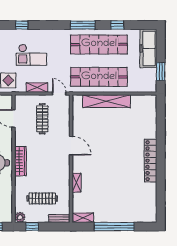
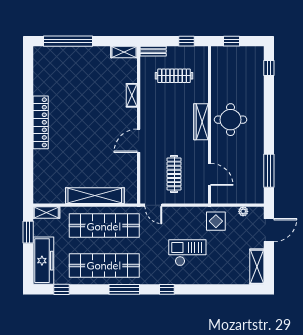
window: (22, 25) -> (167, 289), moved
window: (117, 25) -> (61, 289), moved
shelving: (37, 87) -> (46, 213), moved
door: (71, 146) -> (139, 141), hinge flipped
plant: (20, 217) -> (201, 53), removed
window: (114, 227) -> (68, 41), moved

